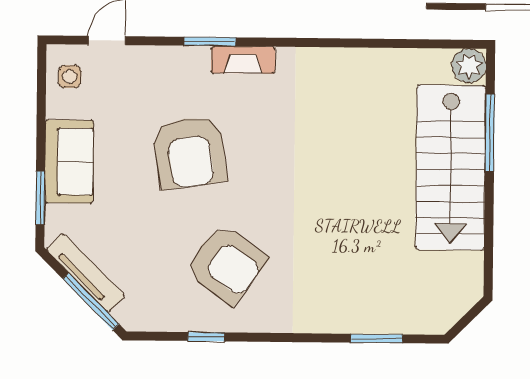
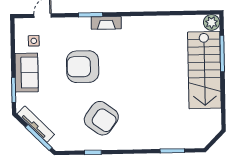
side table: (70, 77) -> (34, 41), moved
armchair: (190, 152) -> (83, 67), turned 99

